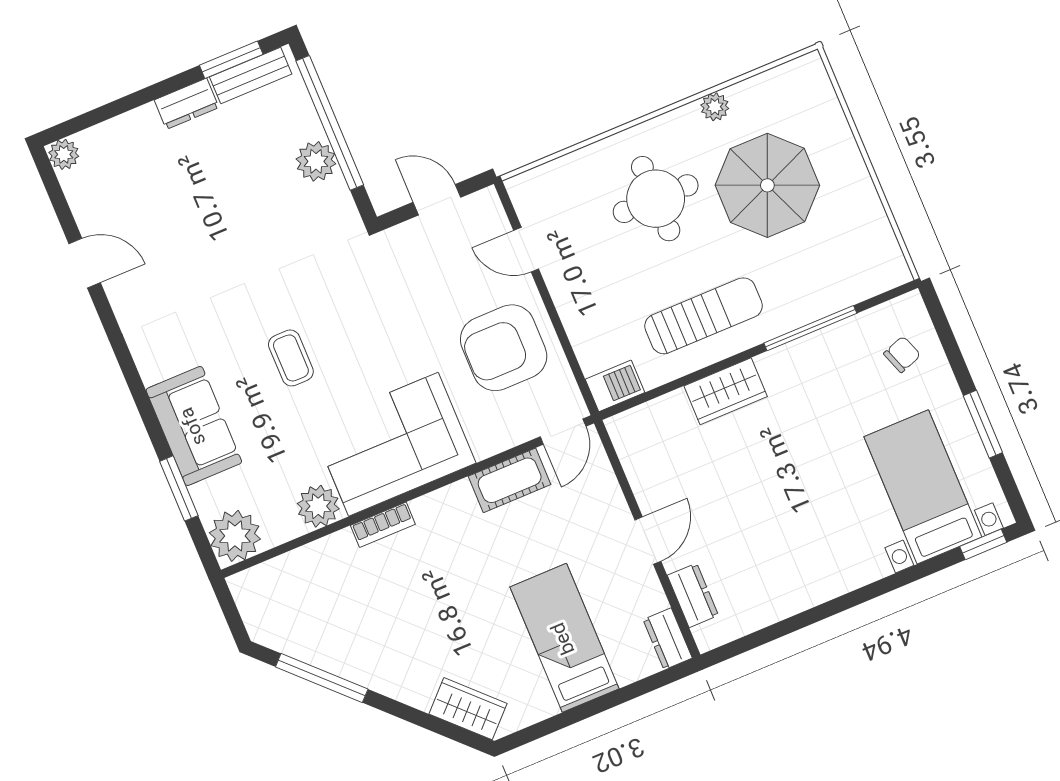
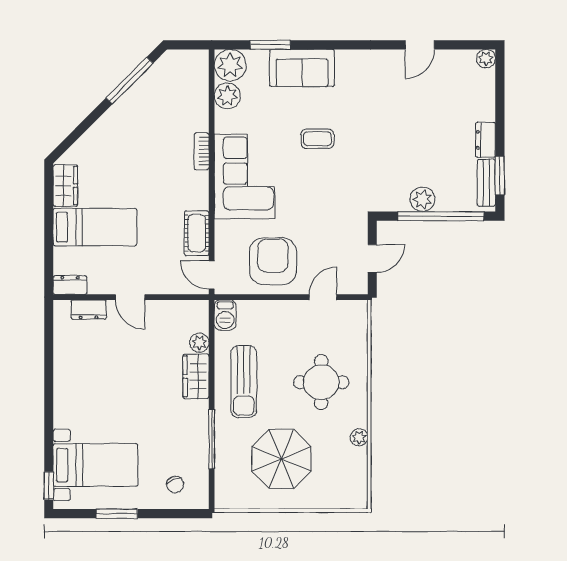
parasol: (767, 185) -> (281, 459), moved
plant: (673, 407) -> (199, 343), added
plant: (318, 506) -> (227, 96), moved
wardrobe: (468, 709) -> (65, 186), moved, turned -45

